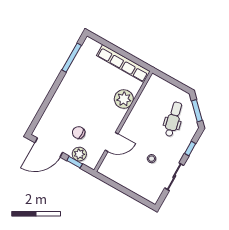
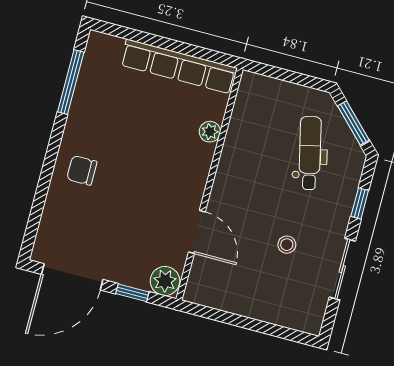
plant: (124, 99) -> (210, 132), width x0.53, depth x0.53
chair: (79, 133) -> (82, 170), moved
door: (112, 142) -> (197, 232), hinge flipped
plant: (79, 154) -> (165, 281), moved

